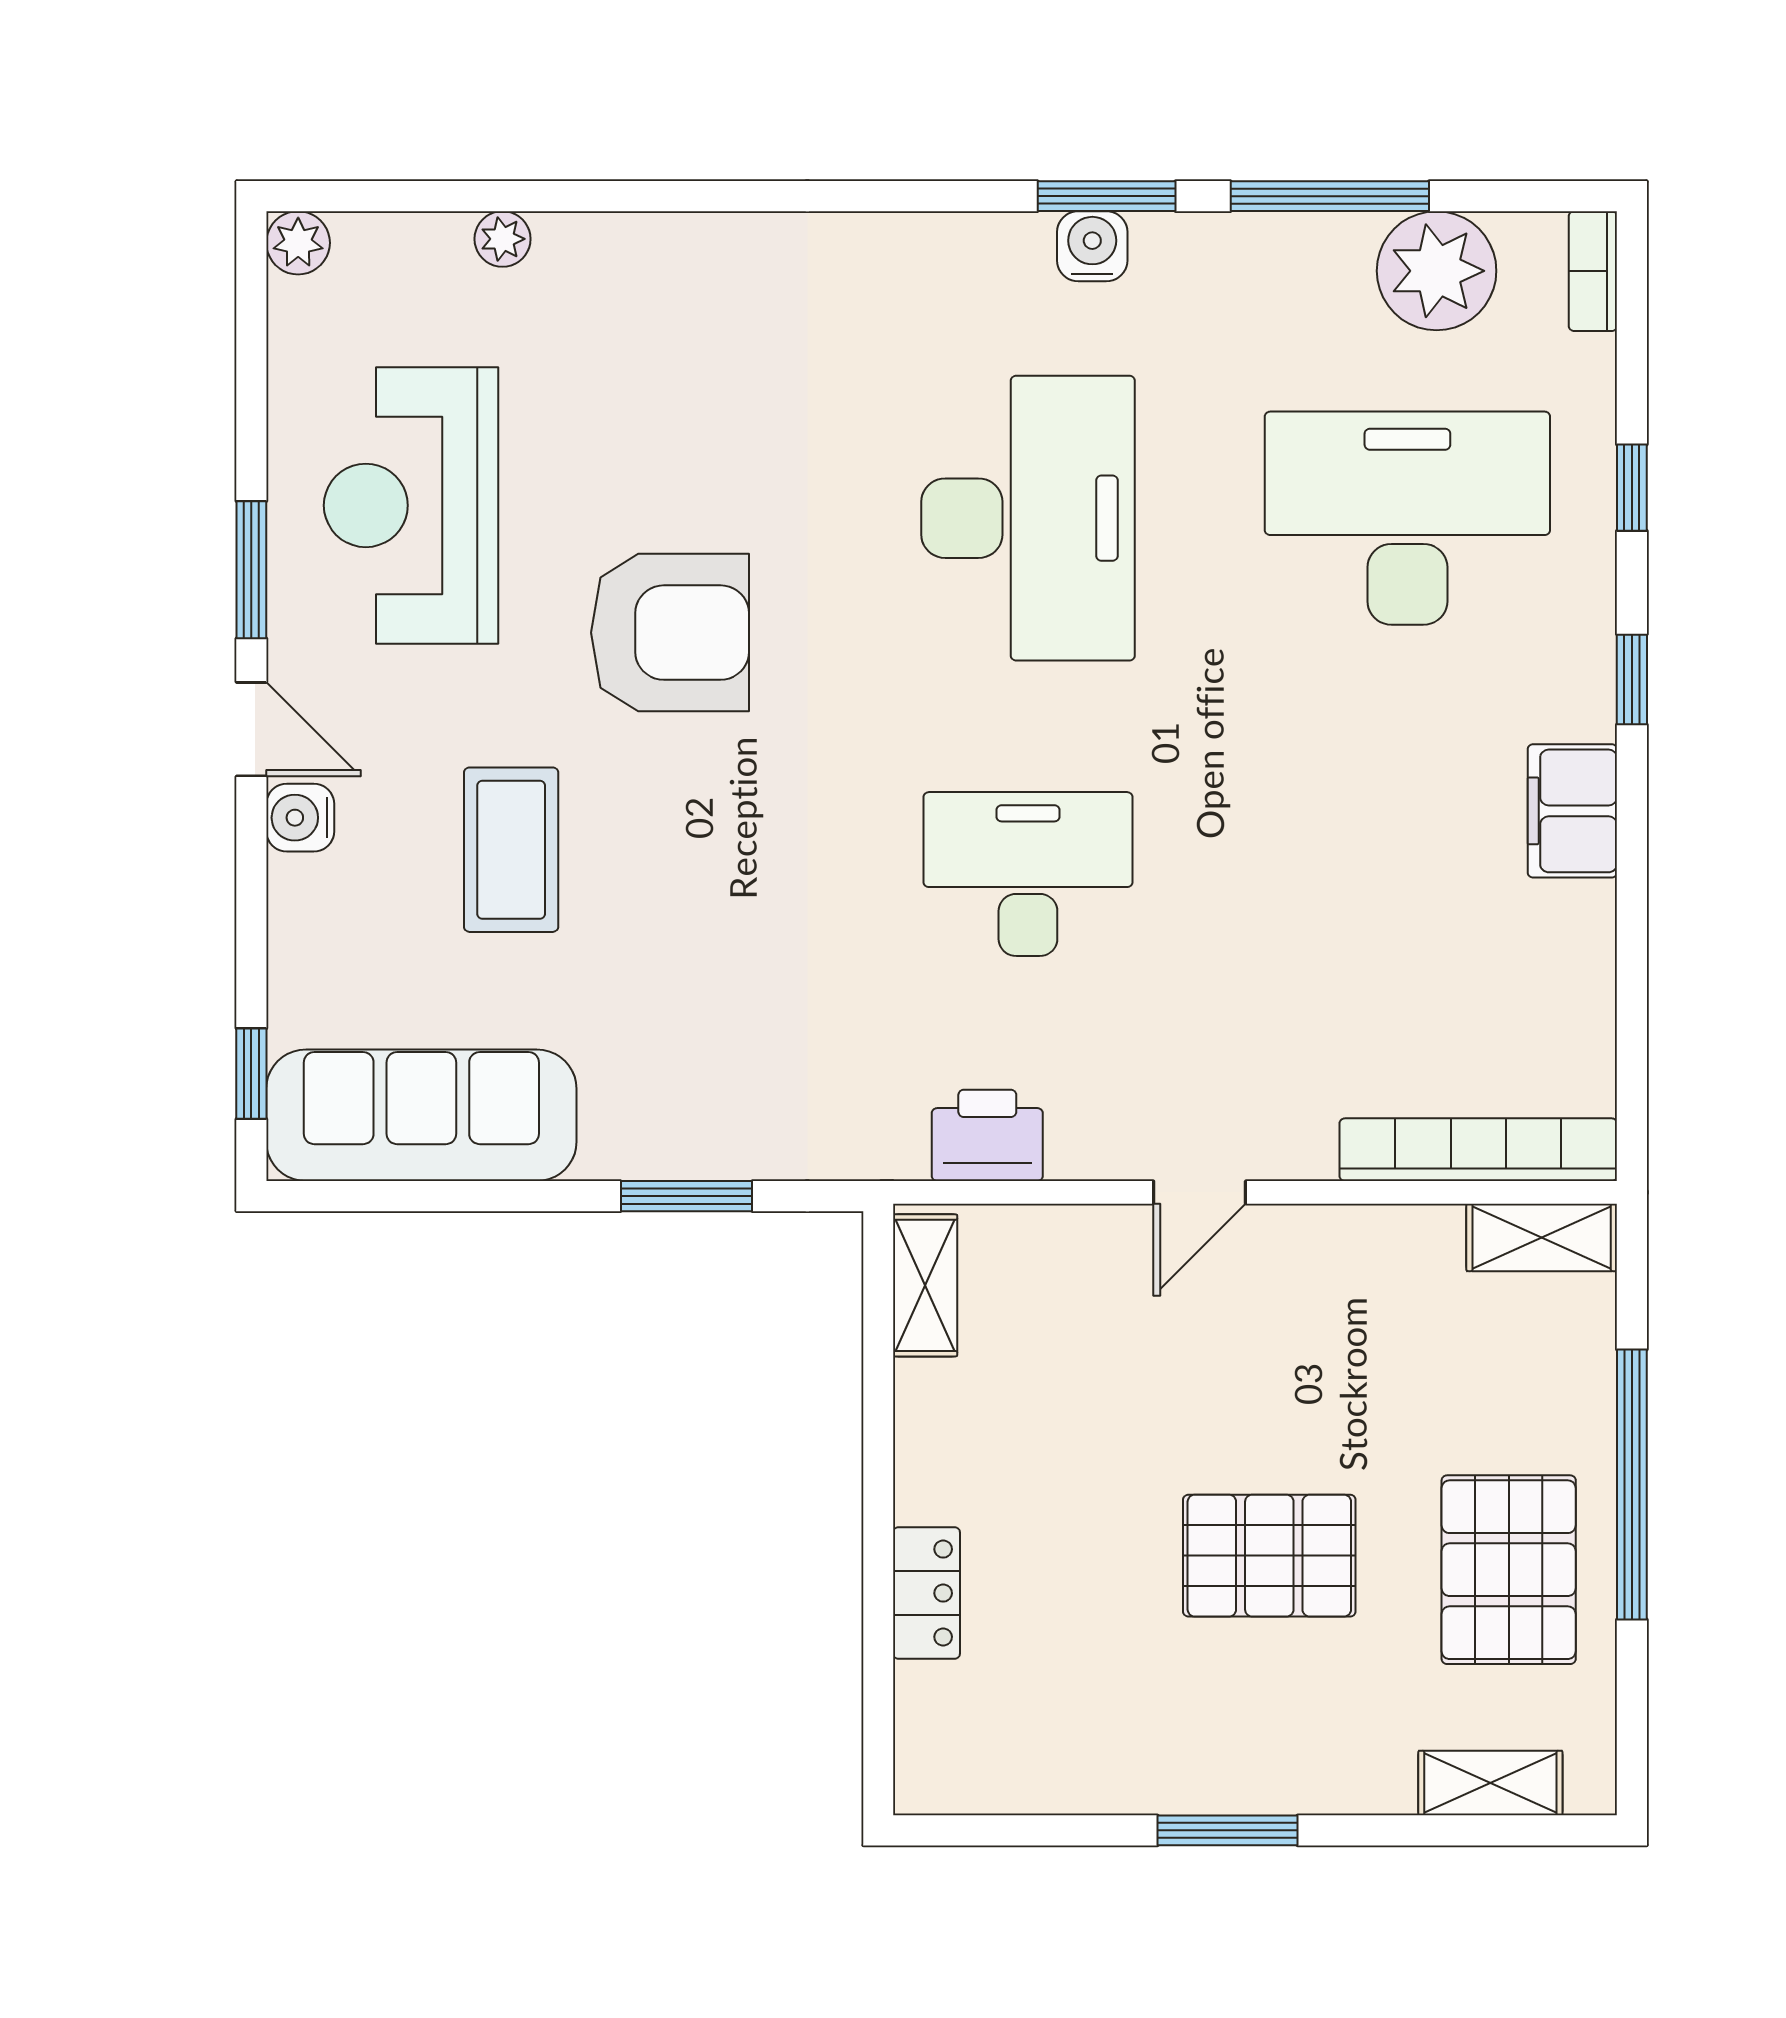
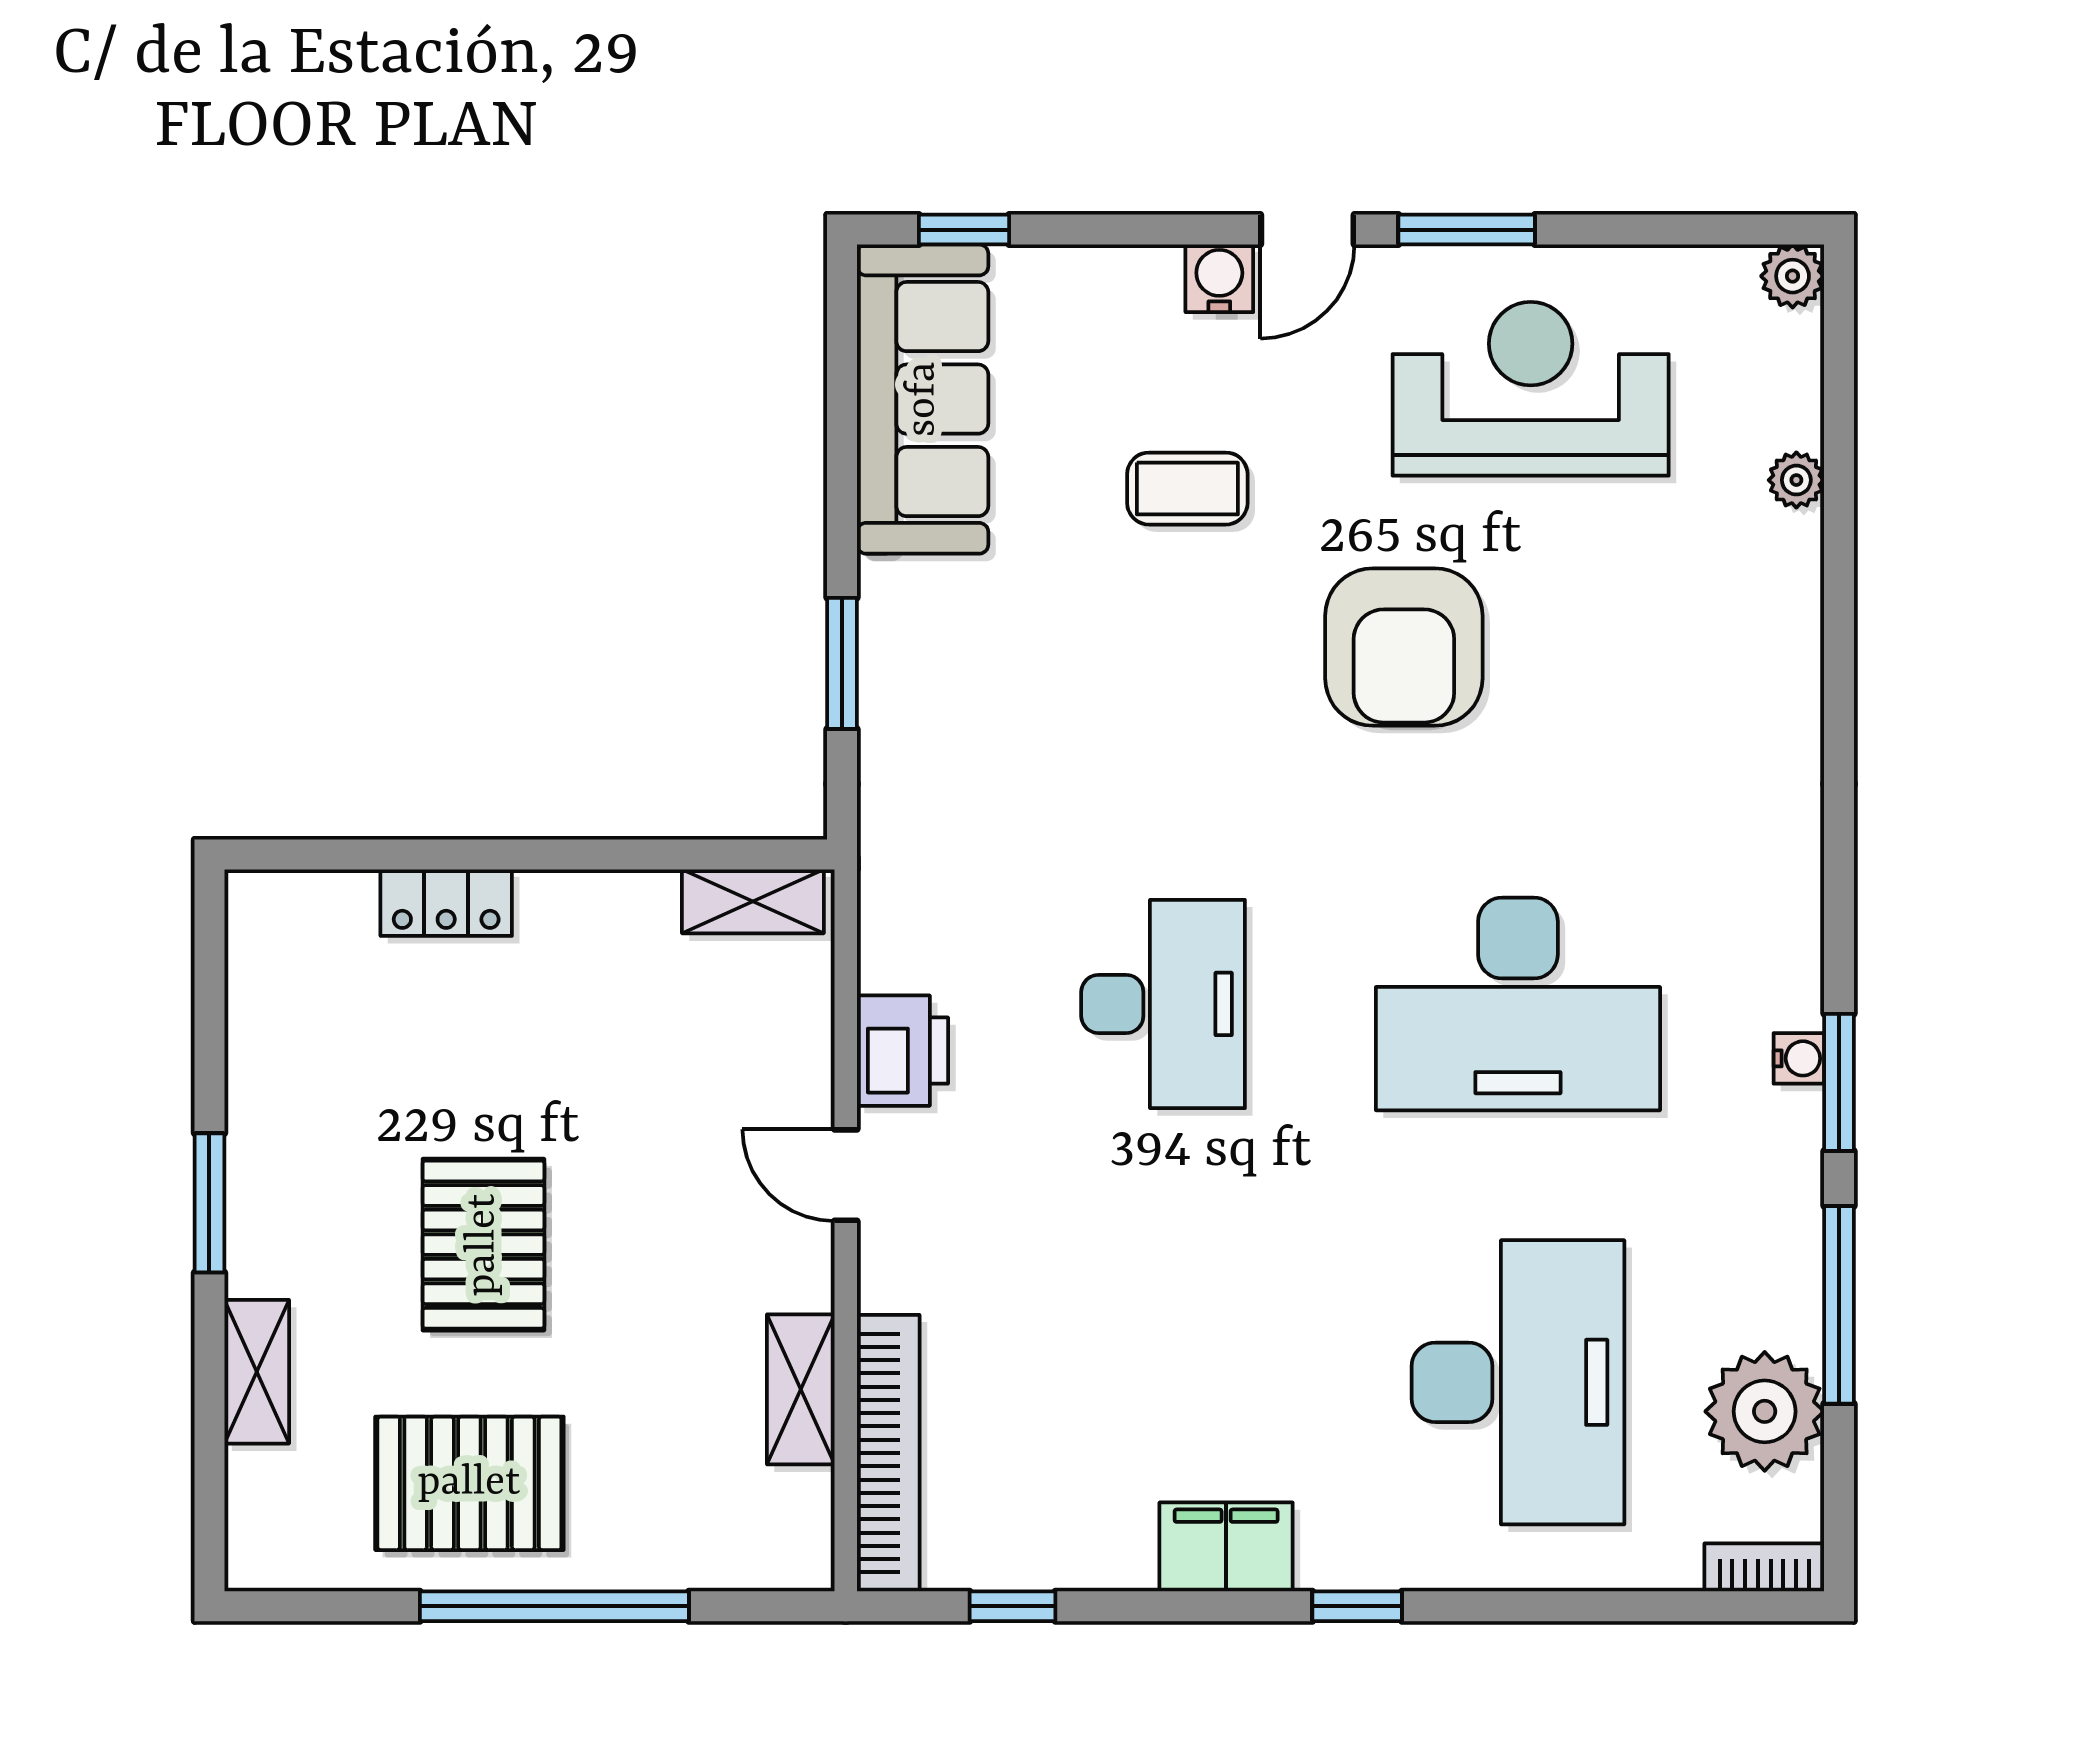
water cooler: (1092, 246) -> (1799, 1058), width x0.72, depth x0.72
window: (1632, 488) -> (1013, 1606), moved
coffee table: (511, 850) -> (1187, 489), width x0.73, depth x0.77
printer: (987, 1135) -> (902, 1051), moved
shelving: (1542, 1237) -> (801, 1389), moved
shelving: (1490, 1783) -> (257, 1372), moved

